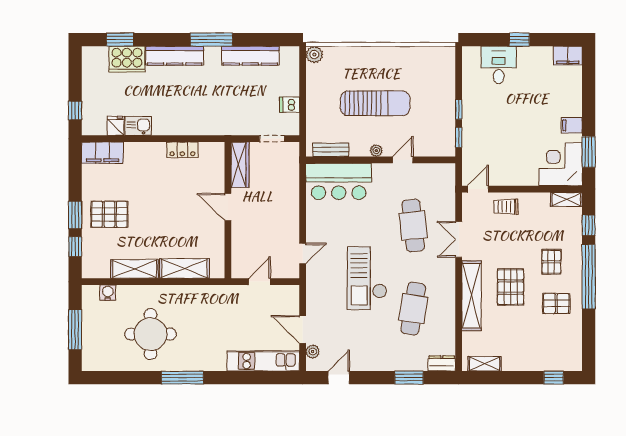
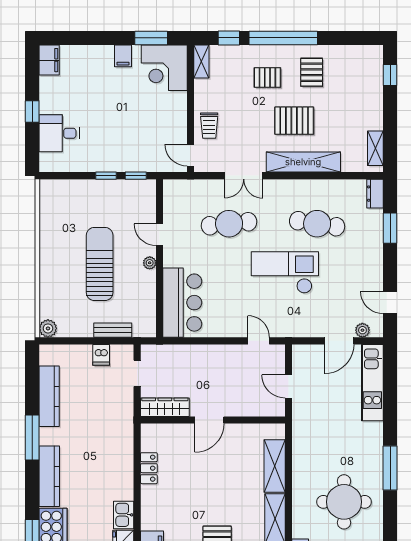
bench: (331, 150) -> (113, 330), moved, turned 90
checkout: (367, 278) -> (285, 273), turned 180

